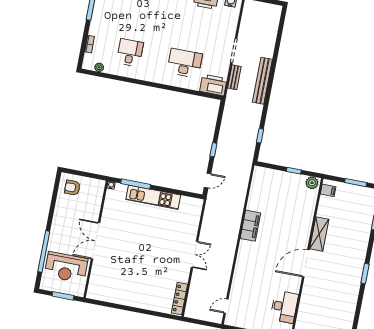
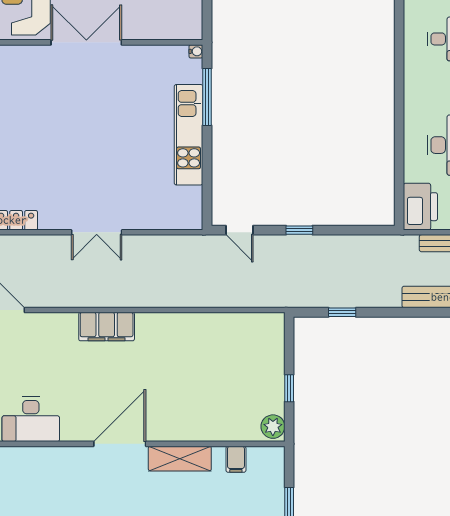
filing cabinet: (328, 190) -> (236, 459), moved
filing cabinet: (250, 226) -> (107, 327), moved
door: (306, 263) -> (120, 444), hinge flipped

